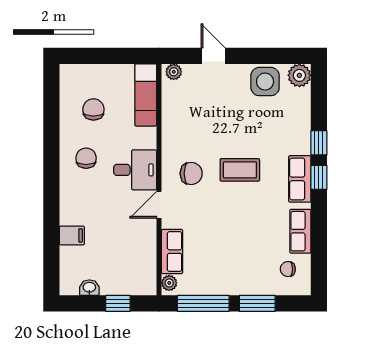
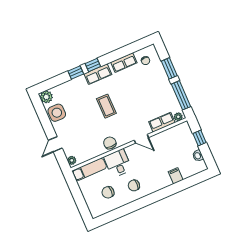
desk: (135, 170) -> (118, 163), moved
chair: (191, 173) -> (110, 143), moved

